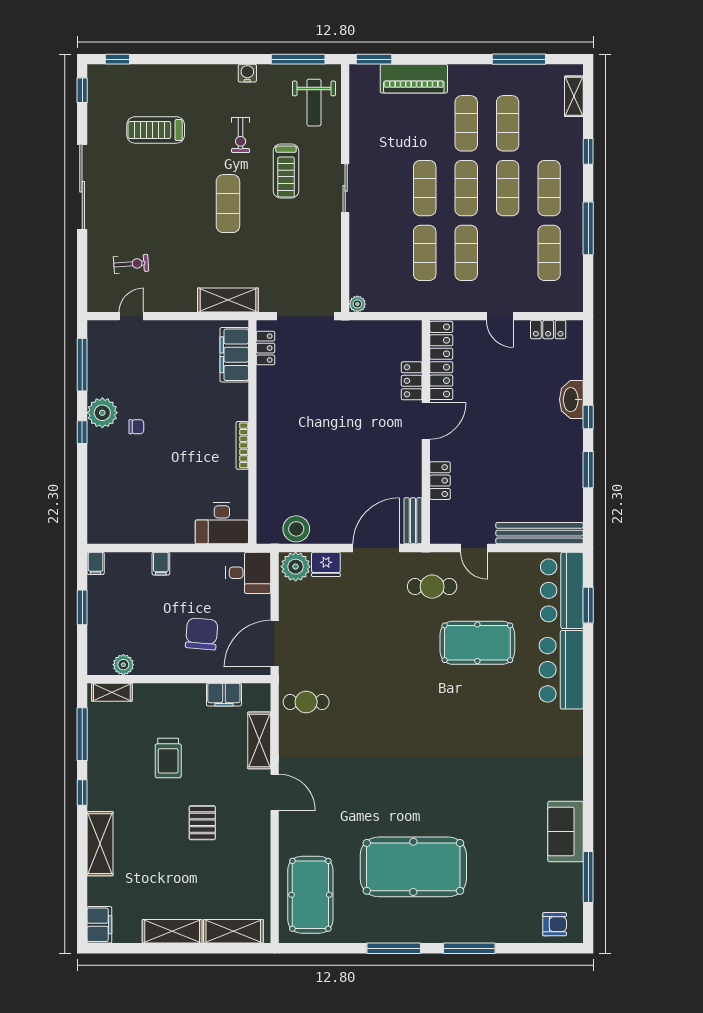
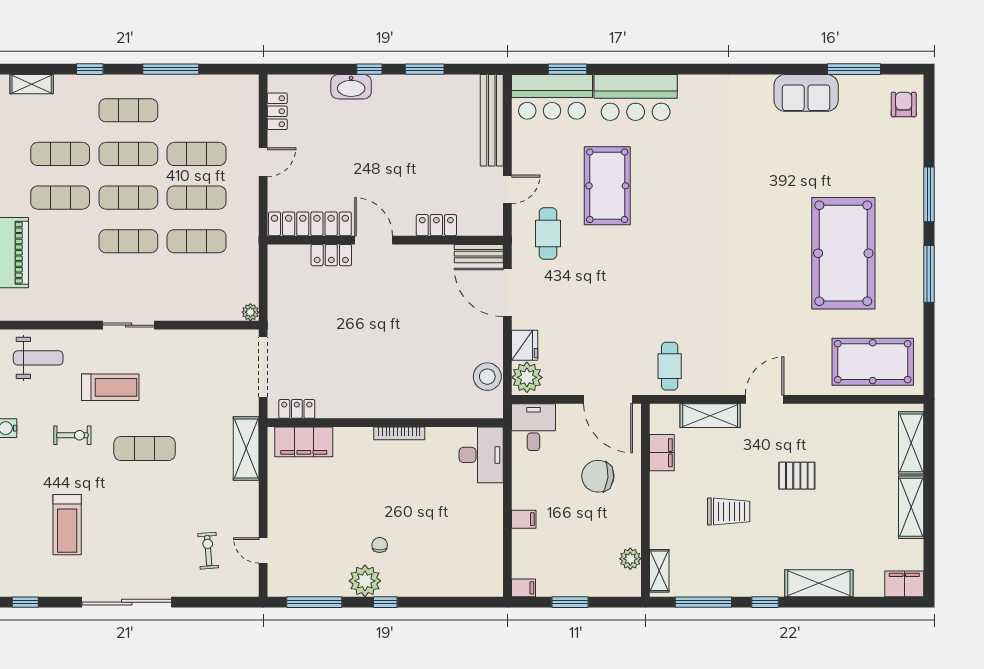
exercise mat: (549, 253) -> (197, 154), moved

